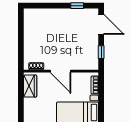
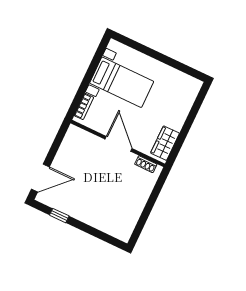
door: (101, 24) -> (40, 178), swing flipped
window: (101, 52) -> (57, 143), removed

